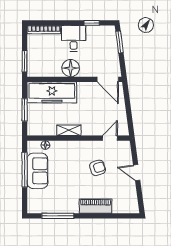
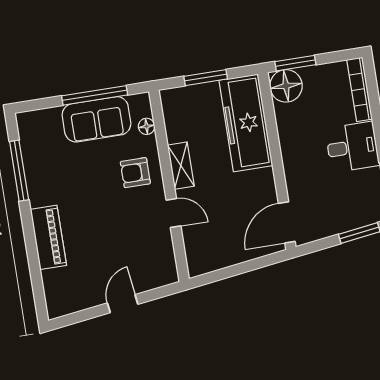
floor lamp: (71, 68) -> (286, 86), moved
door: (110, 138) -> (173, 213), moved
armchair: (98, 168) -> (135, 173), moved, turned 108

